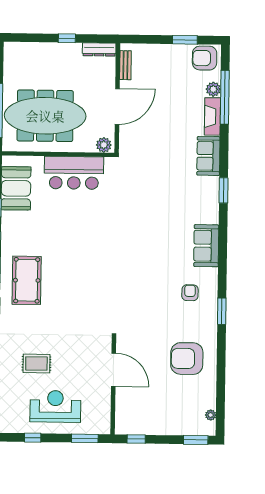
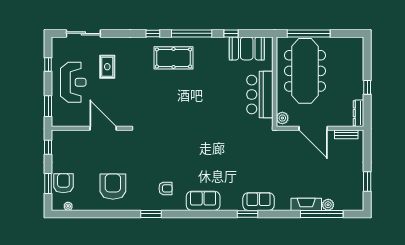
armchair: (205, 58) -> (63, 183), moved
sofa: (208, 156) -> (259, 202), moved
door: (113, 370) -> (103, 128), swing flipped
window: (196, 440) -> (48, 183), moved

